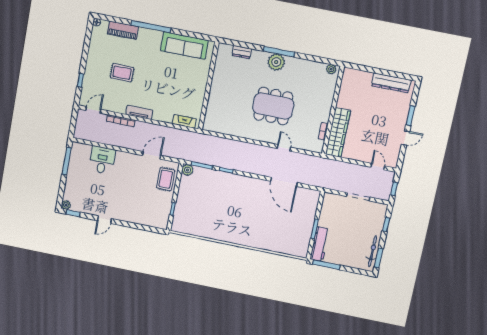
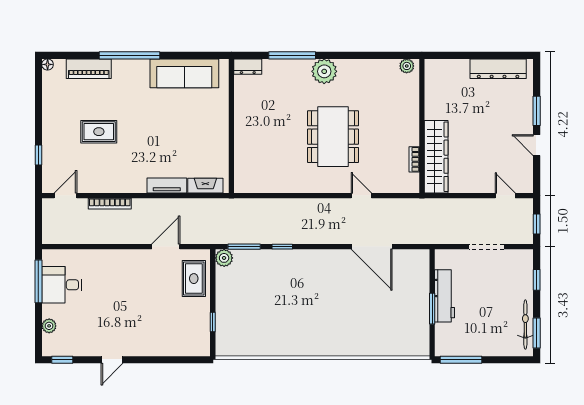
dresser: (242, 52) -> (248, 67), moved
window: (279, 52) -> (292, 55), moved
dining table: (273, 106) -> (333, 137), turned 90
tv unit: (139, 112) -> (167, 186), moved
door: (406, 138) -> (537, 145), swing flipped
desk: (102, 160) -> (62, 285), moved, turned -90
plant: (66, 205) -> (49, 326), moved
workbench: (320, 244) -> (444, 296), moved

